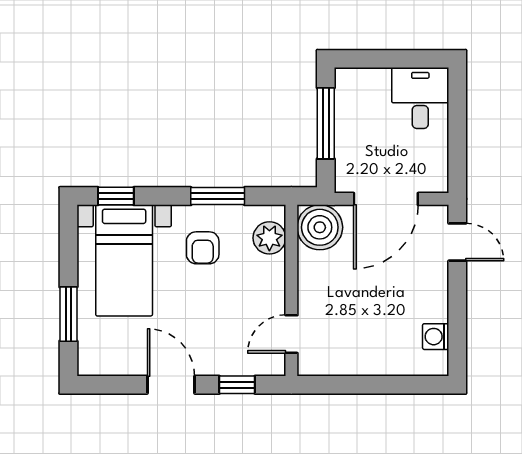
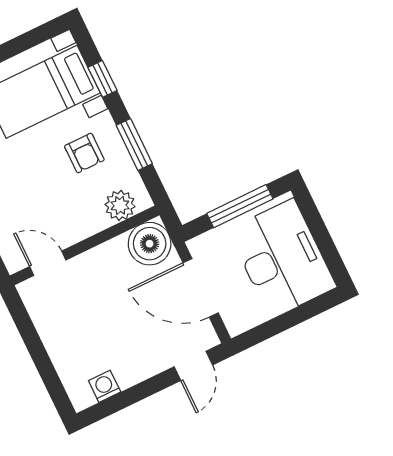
desk: (420, 98) -> (282, 259), width x1.87, depth x1.30
window: (116, 196) -> (103, 79), moved
armchair: (203, 248) -> (84, 153), turned -90

